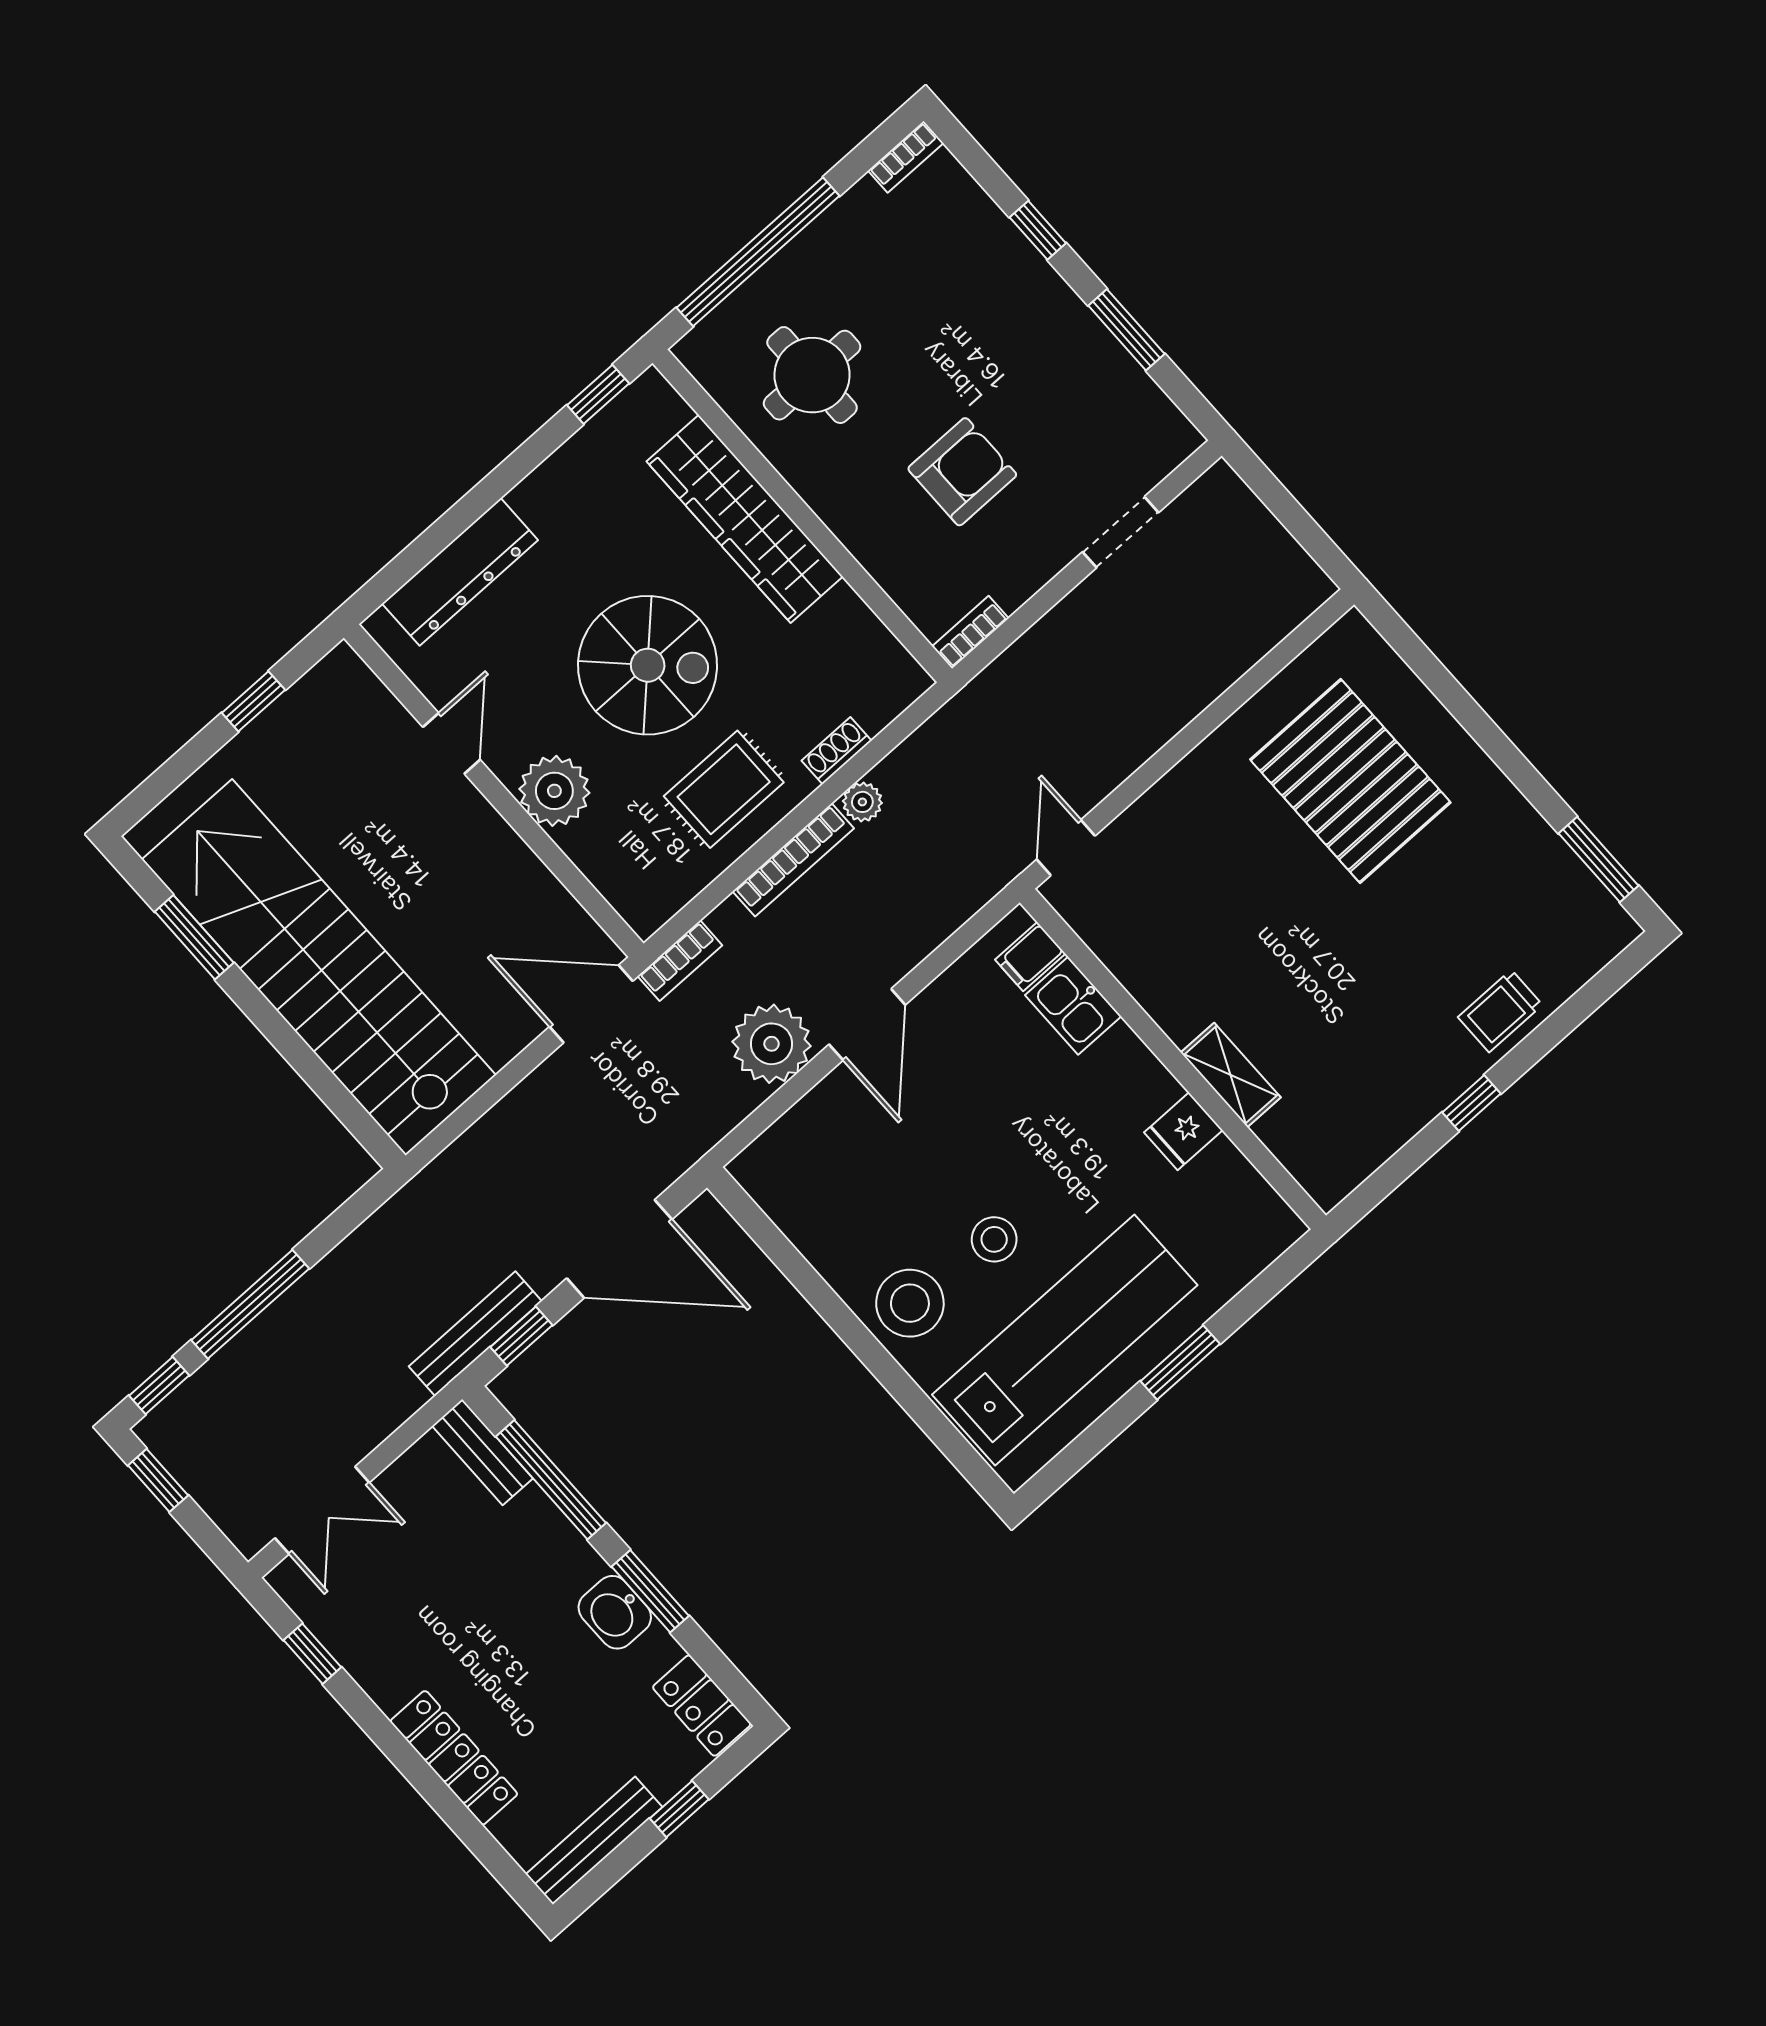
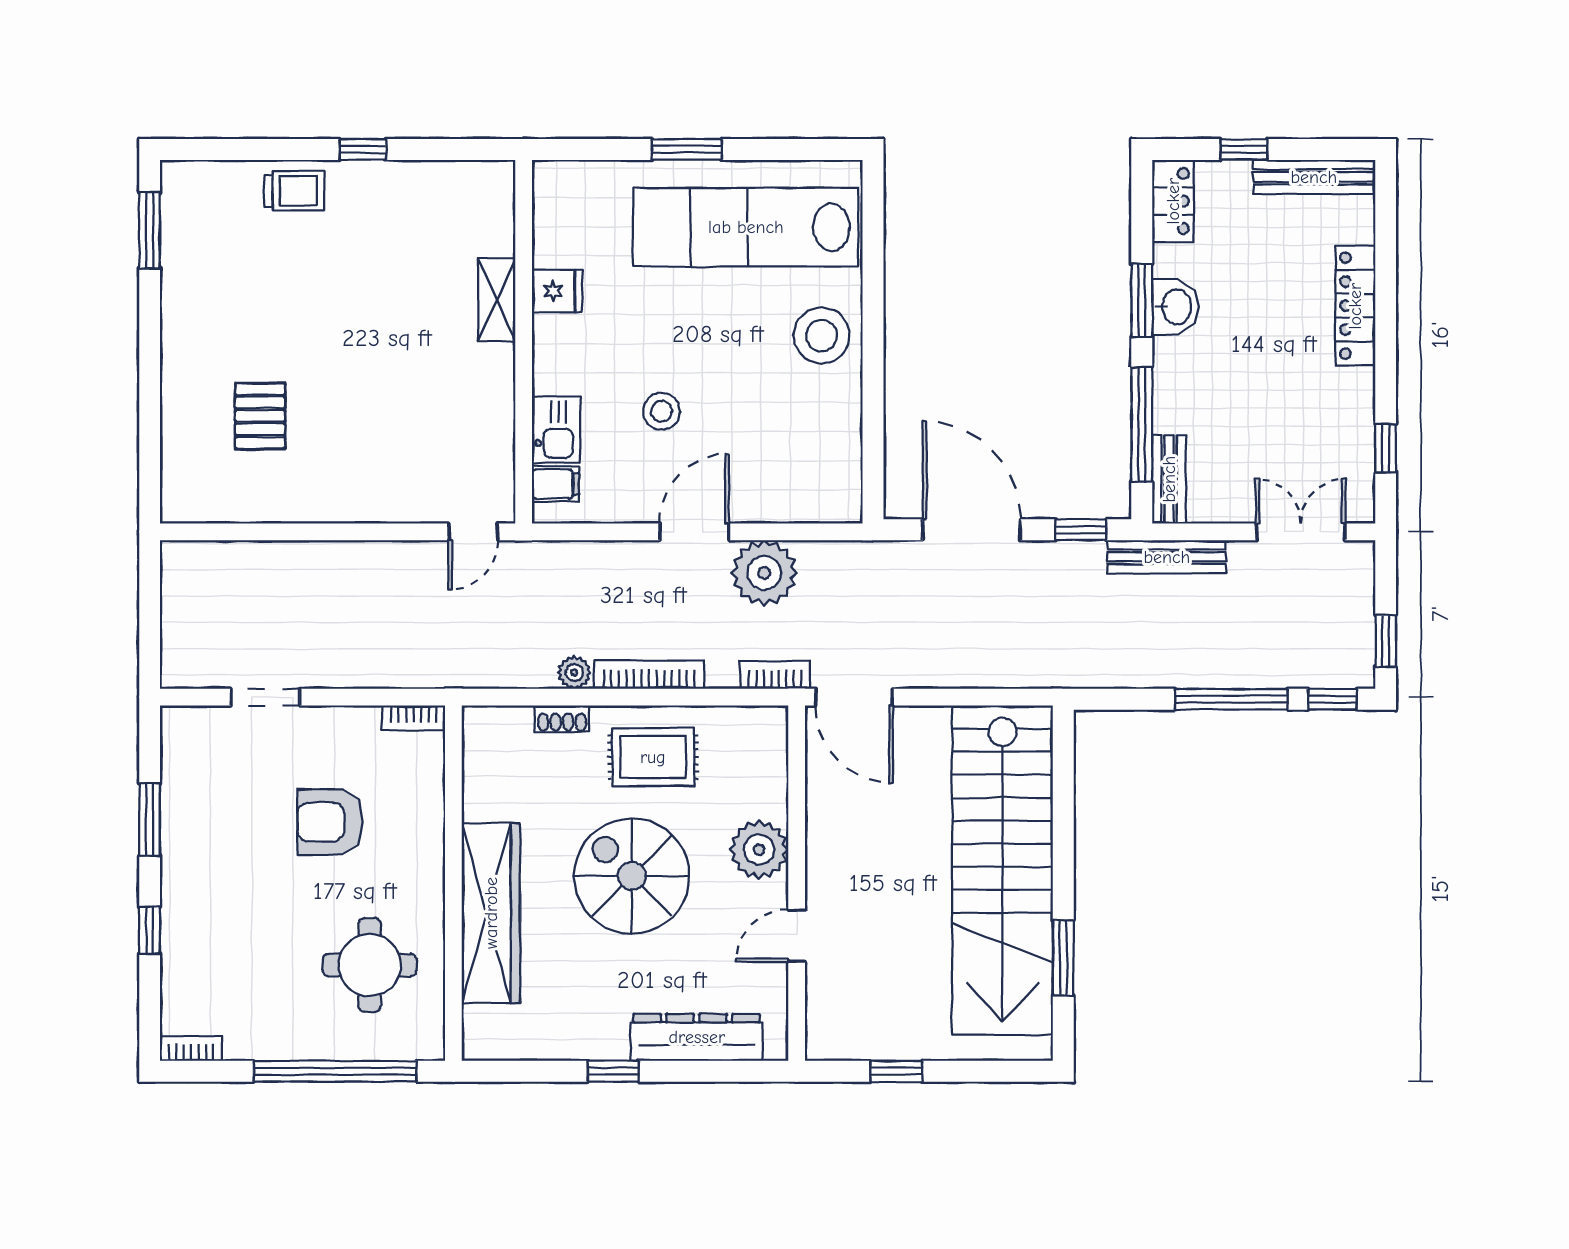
window: (598, 394) -> (613, 1071), moved
pallet: (1350, 781) -> (260, 416), width x0.49, depth x0.50
stool: (994, 1239) -> (662, 411), moved
bench: (475, 1334) -> (1167, 557), moved

